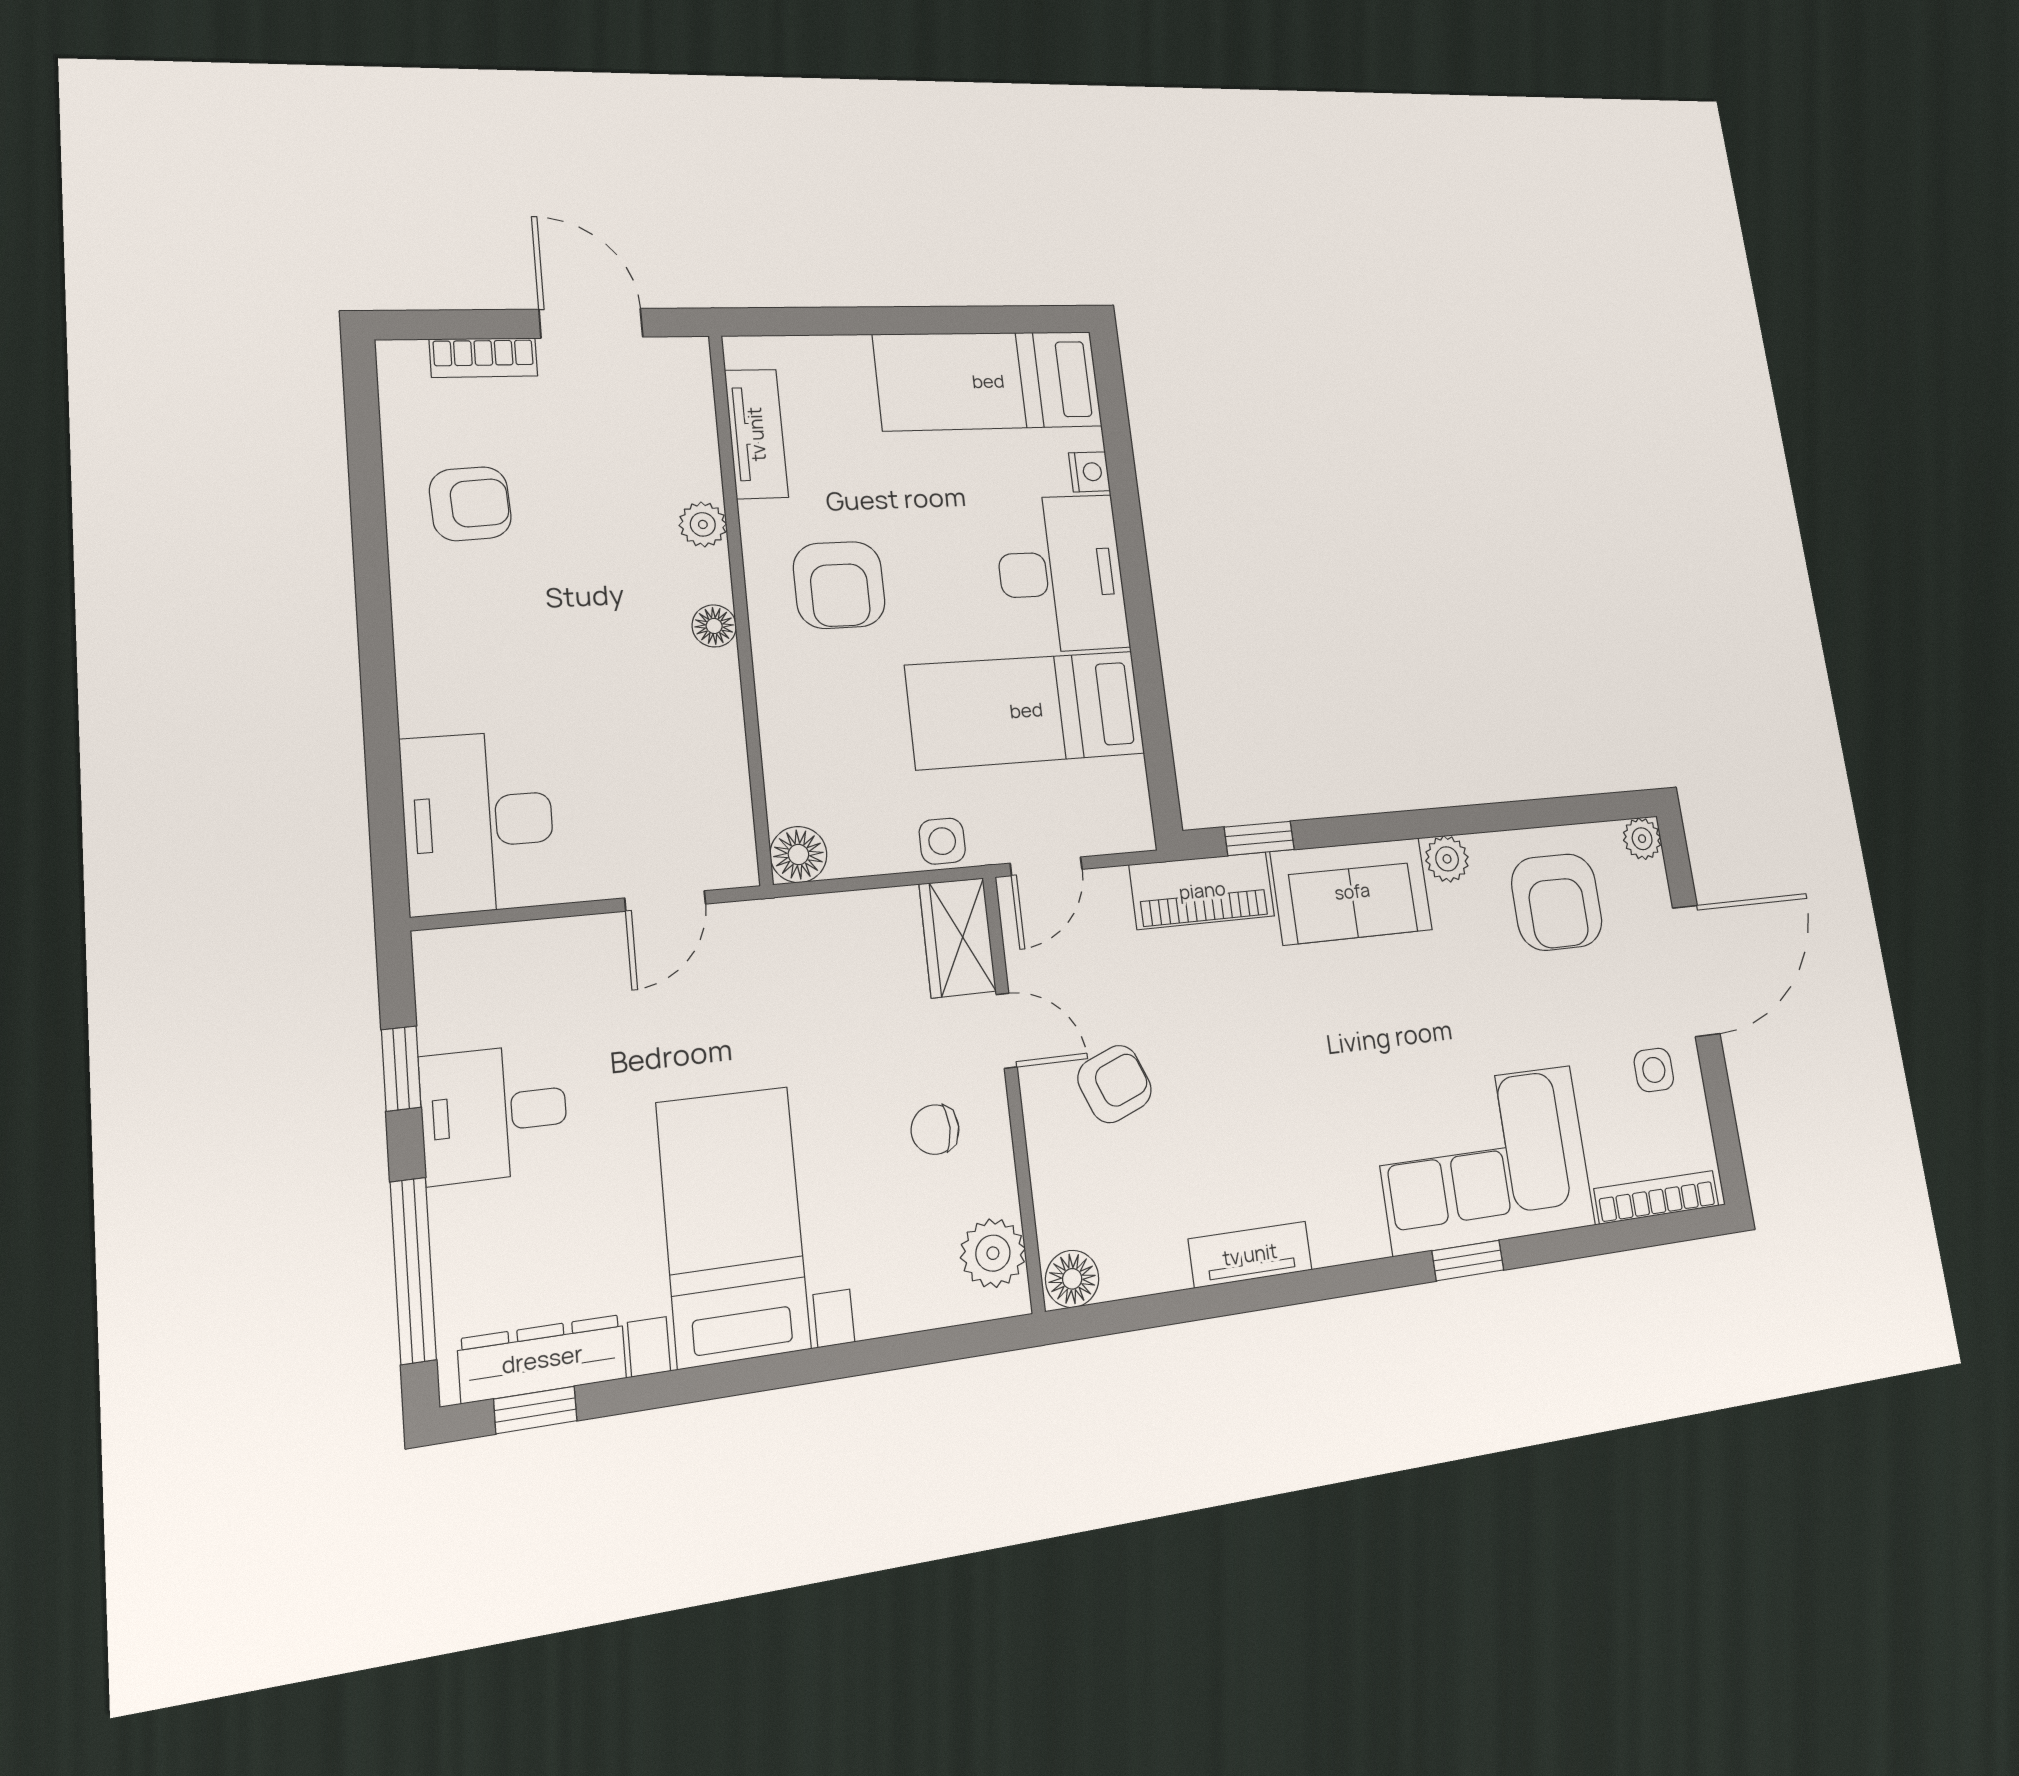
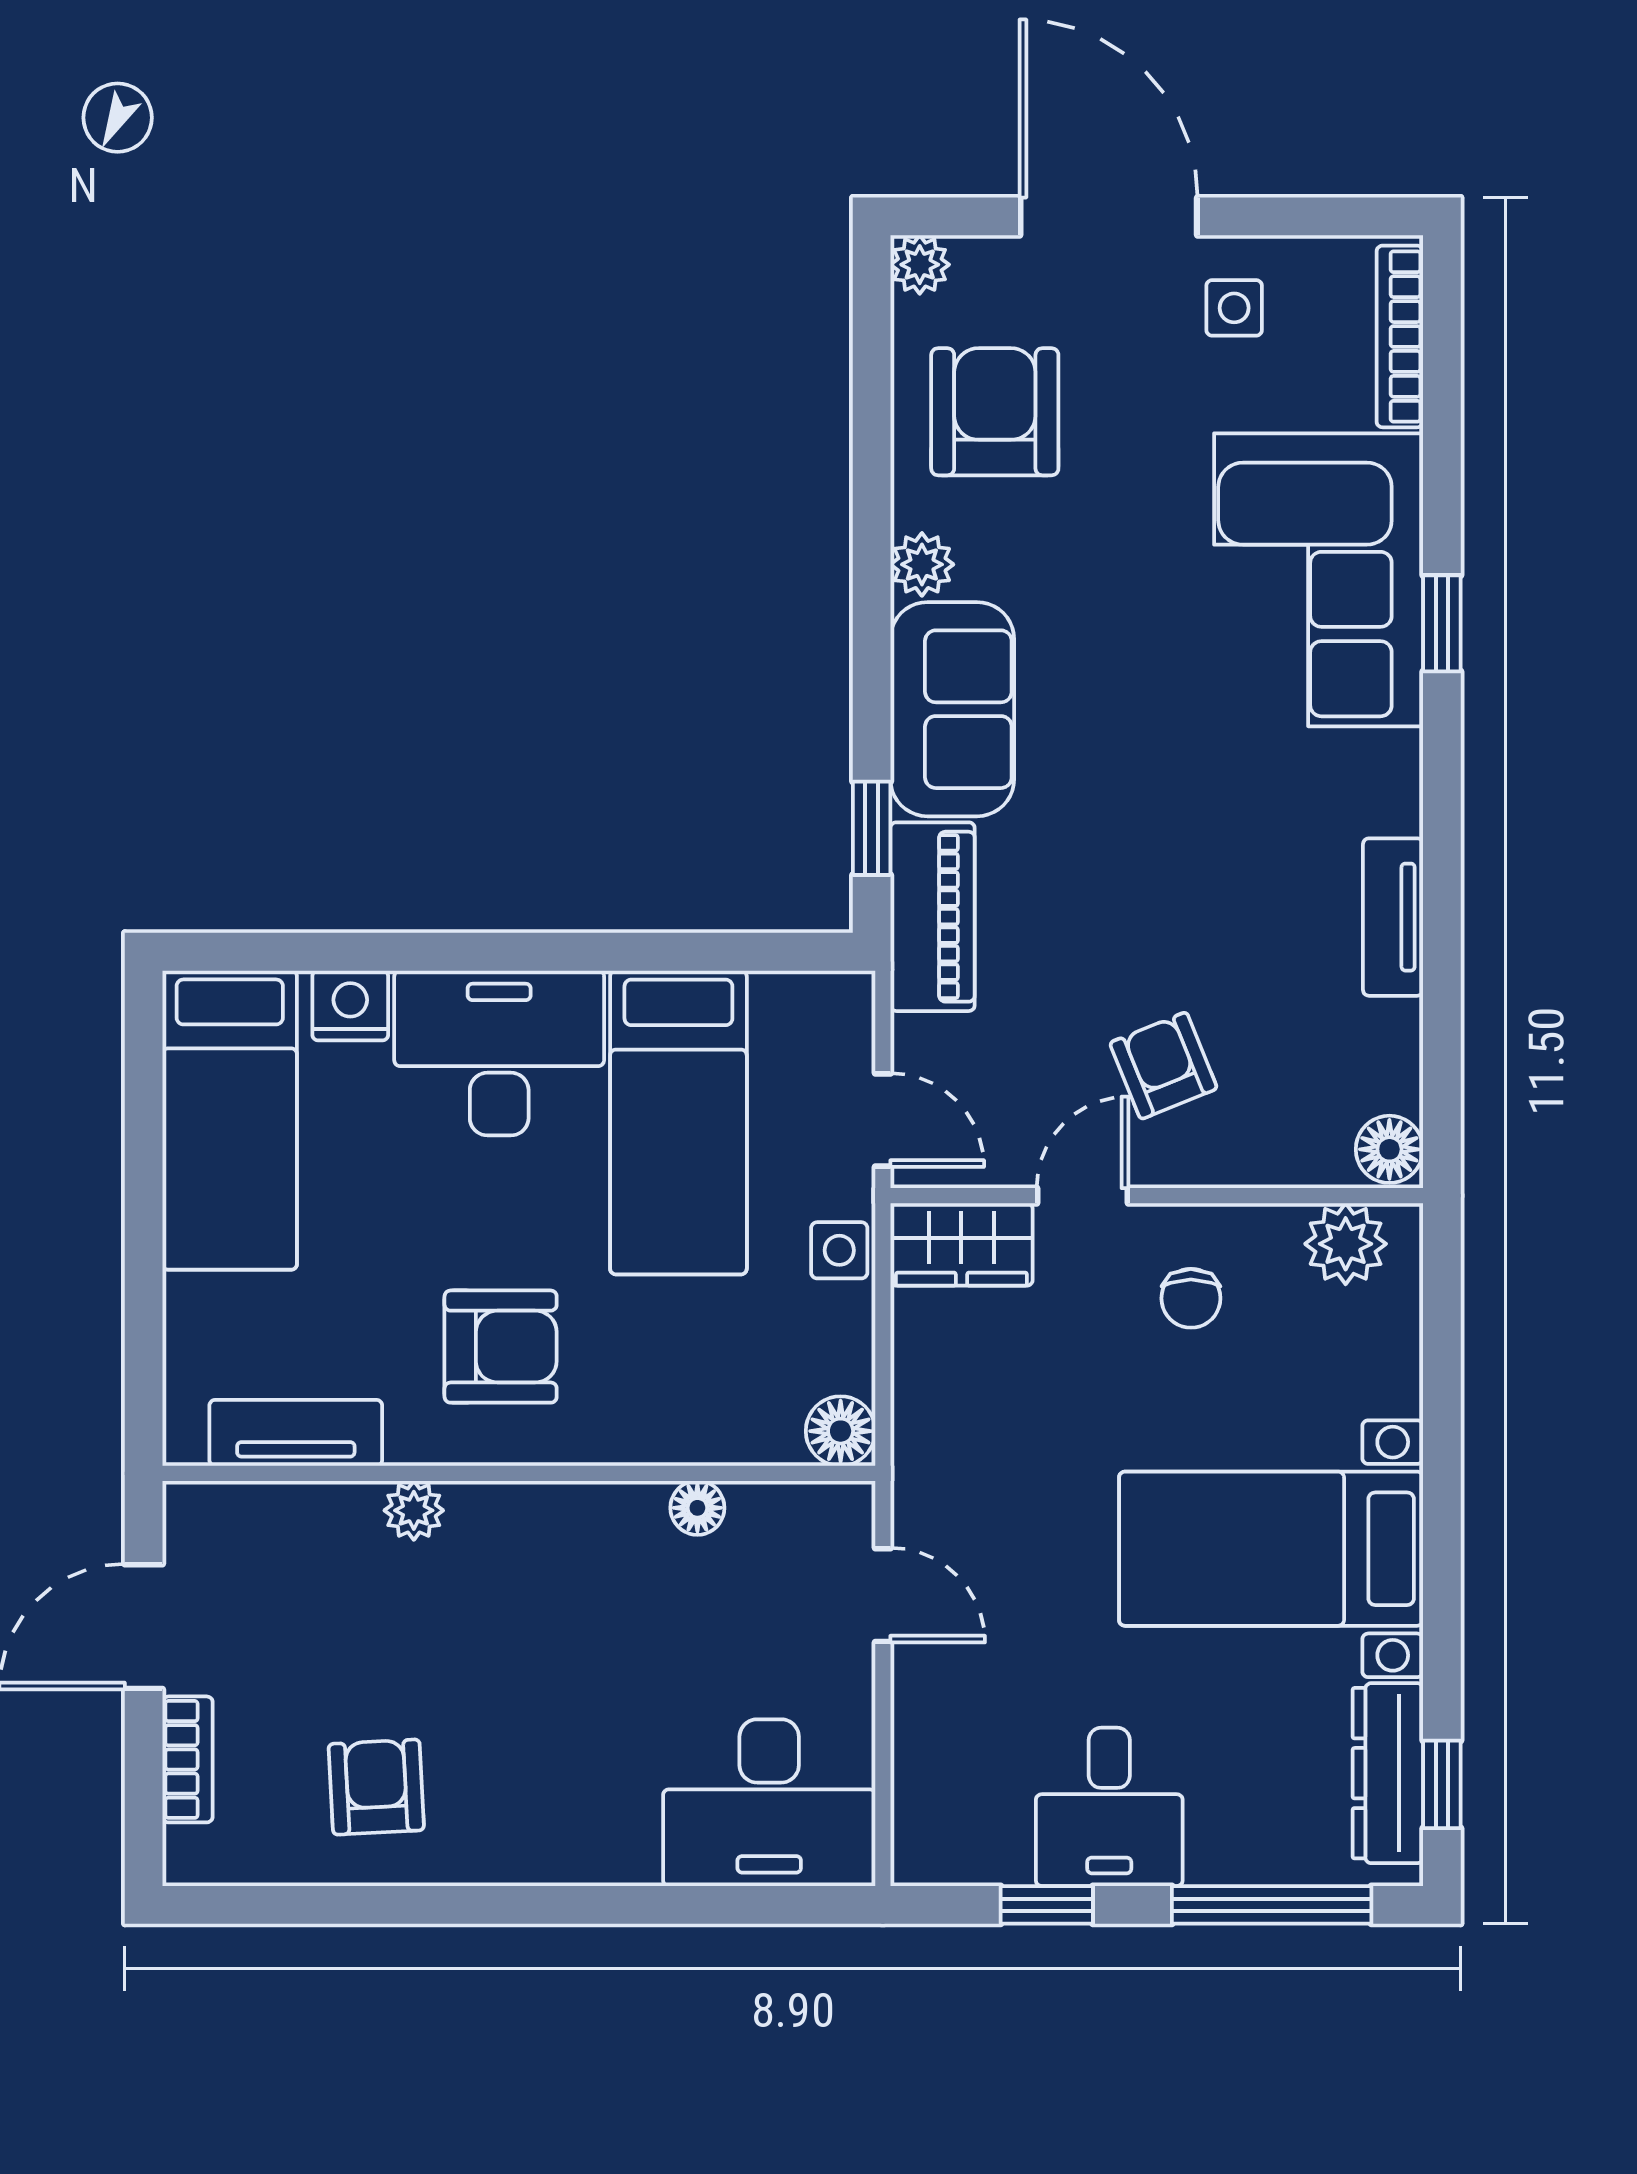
nightstand: (1089, 472) -> (350, 1005), width x1.39, depth x1.35
floor lamp: (714, 626) -> (697, 1508), moved
armchair: (1557, 902) -> (995, 412), turned -90

